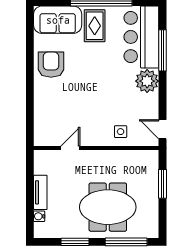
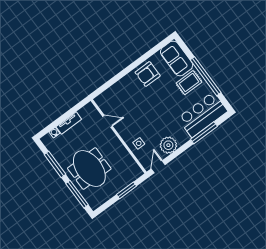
armchair: (51, 65) -> (148, 74), turned 180
plant: (147, 81) -> (168, 145), moved
window: (75, 242) -> (55, 164), width x1.44

